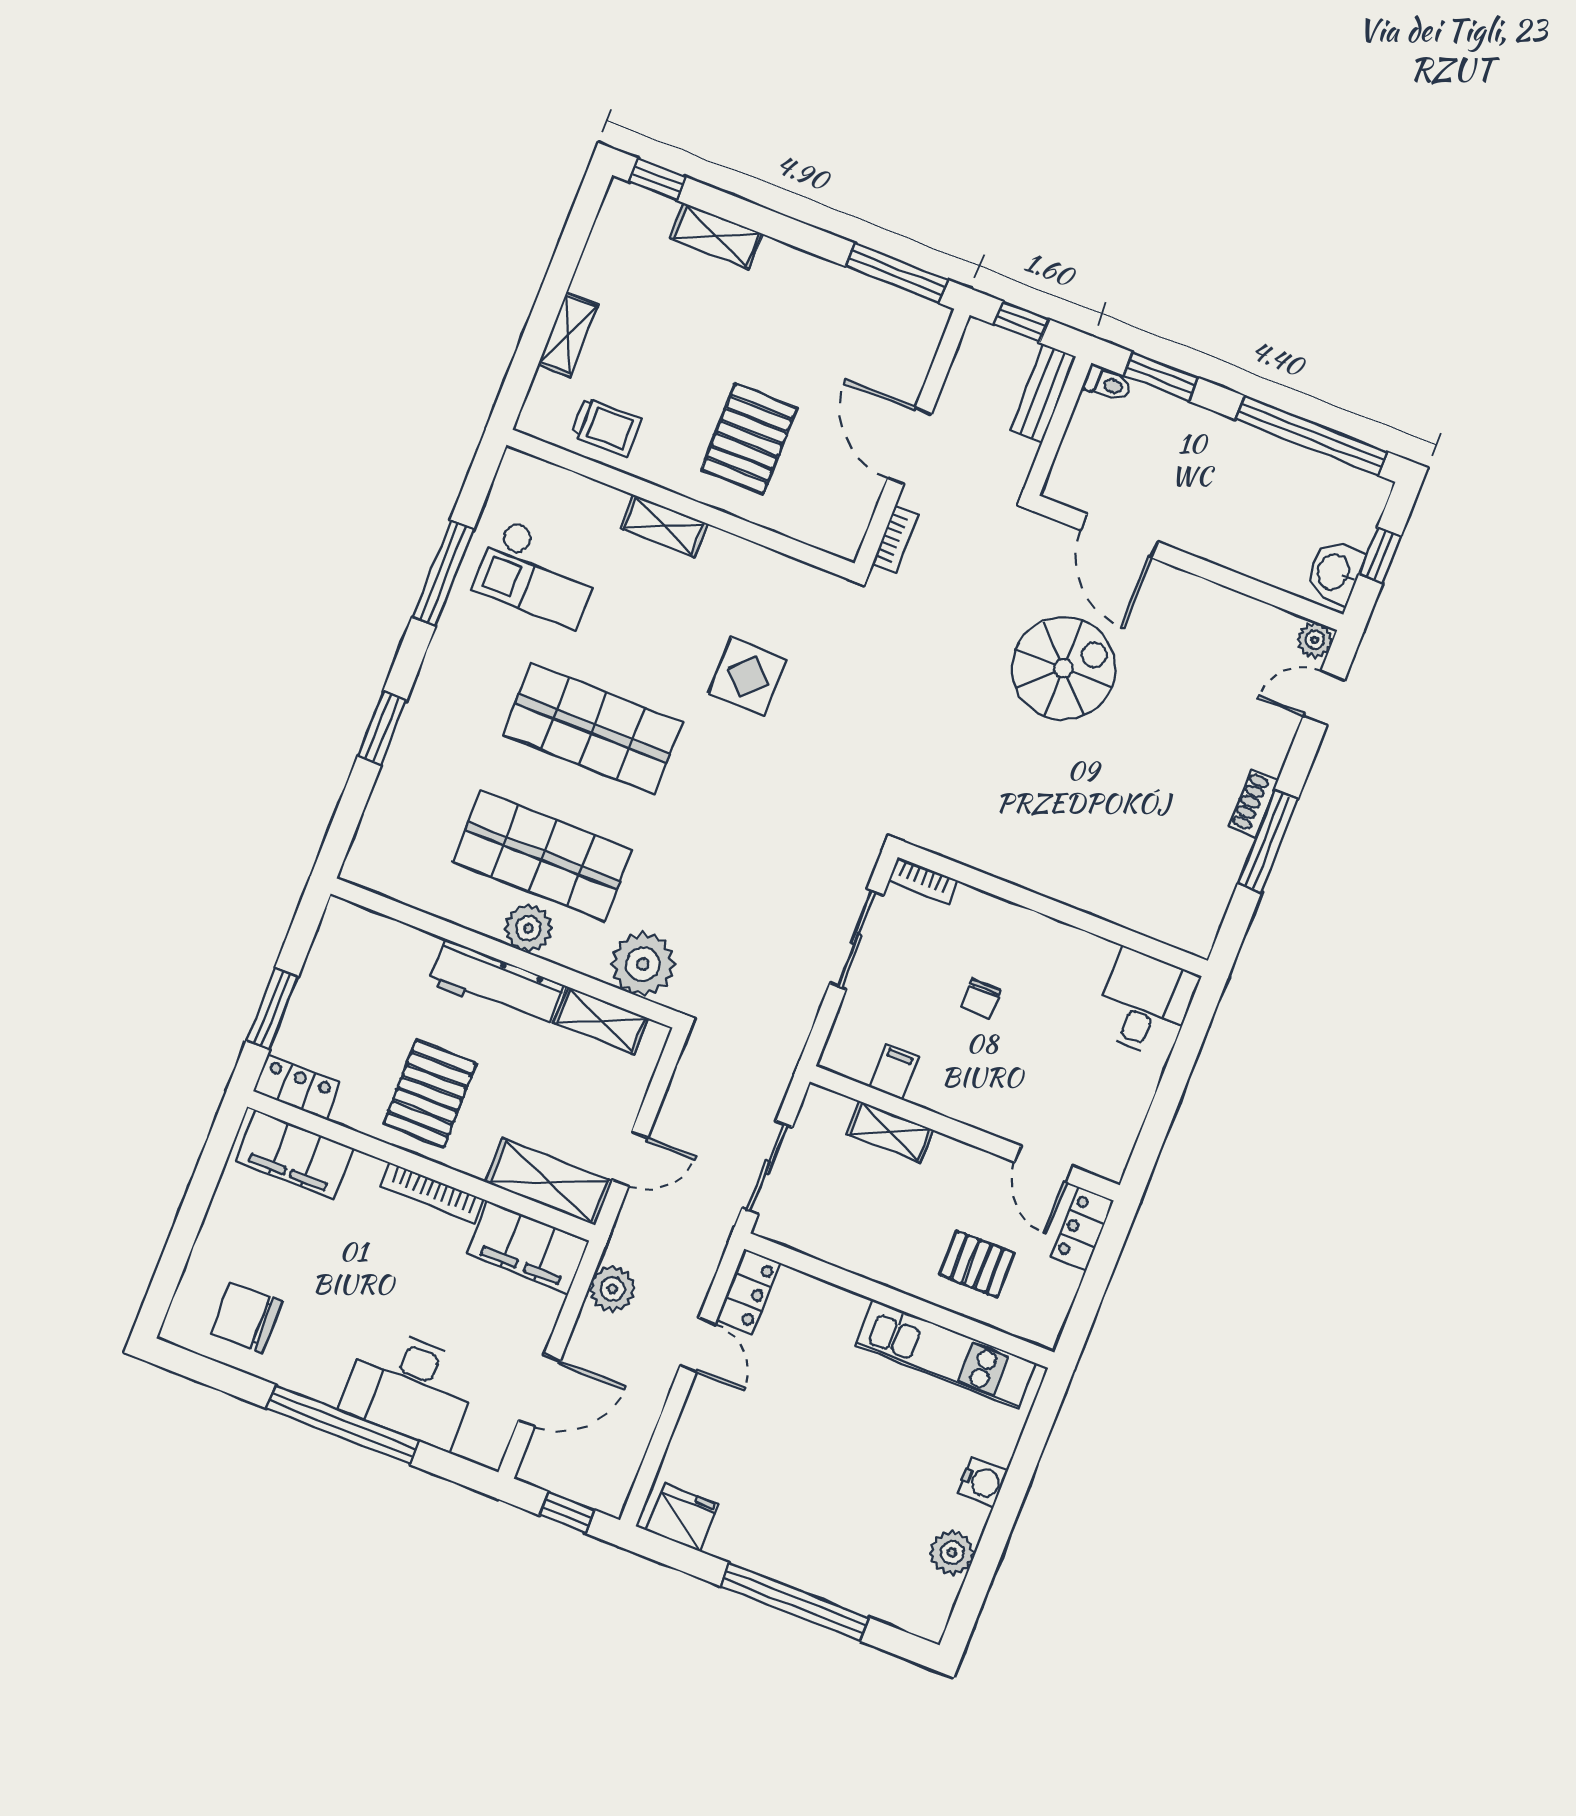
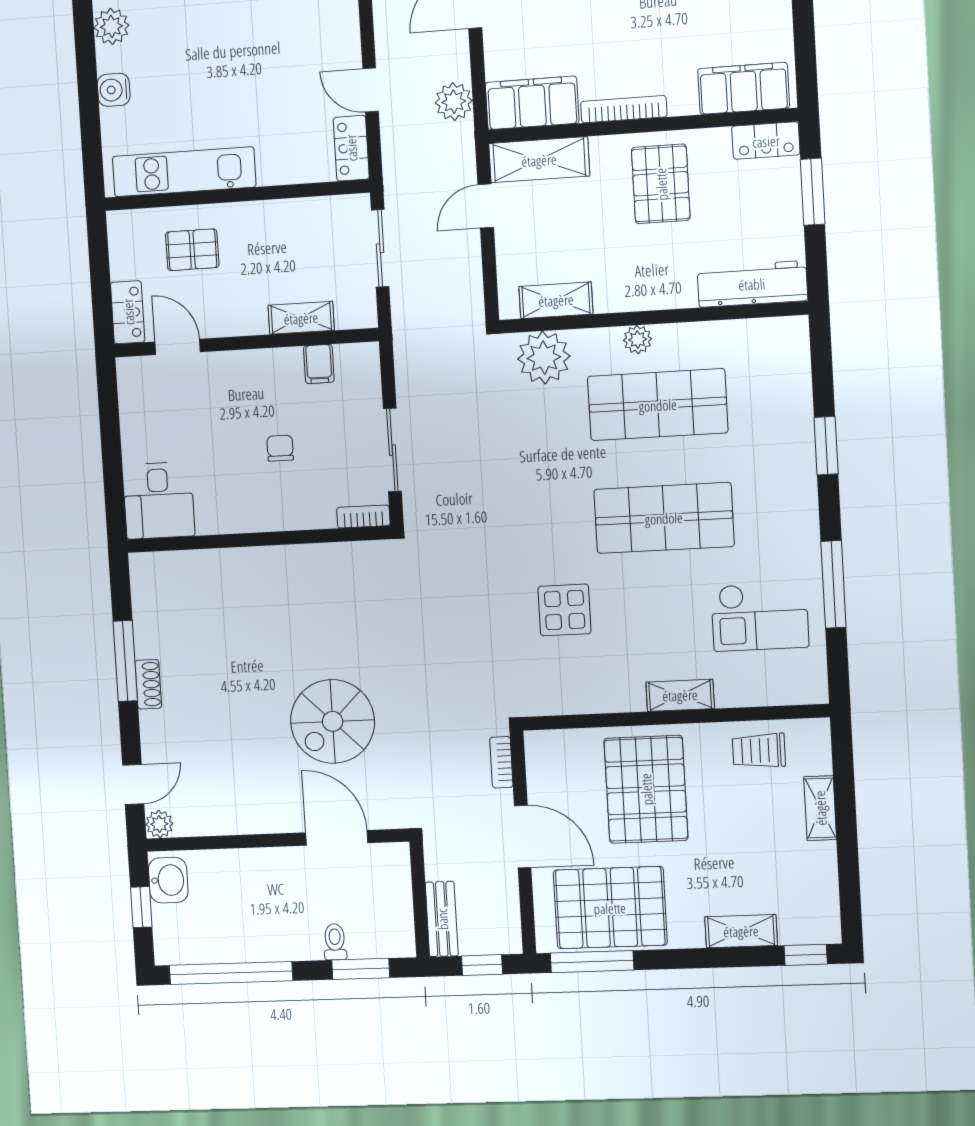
pallet: (849, 325) -> (610, 908), added
toilet: (1107, 384) -> (335, 942), moved, turned 90
pallet: (749, 439) -> (646, 789), width x1.37, depth x1.41
checkout: (538, 574) -> (760, 617), turned 180
plant: (528, 928) -> (638, 340), width x0.73, depth x0.73
workbench: (496, 984) -> (752, 284), moved

